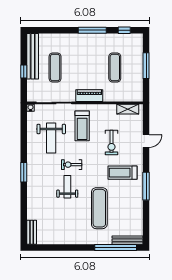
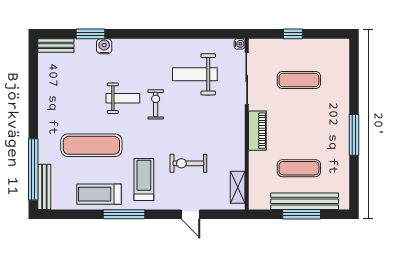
window: (124, 30) -> (354, 182), removed
bench: (33, 56) -> (305, 201), moved
treadmill: (82, 126) -> (99, 194), moved
window: (24, 172) -> (91, 34), moved
water cooler: (32, 200) -> (104, 46), added

